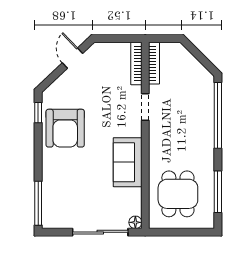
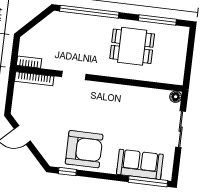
bookcase: (154, 63) -> (29, 62), width x0.64
sofa: (128, 162) -> (140, 164), moved, turned 180
dining table: (178, 194) -> (132, 46), moved
sliding door: (100, 232) -> (181, 129), width x0.73

